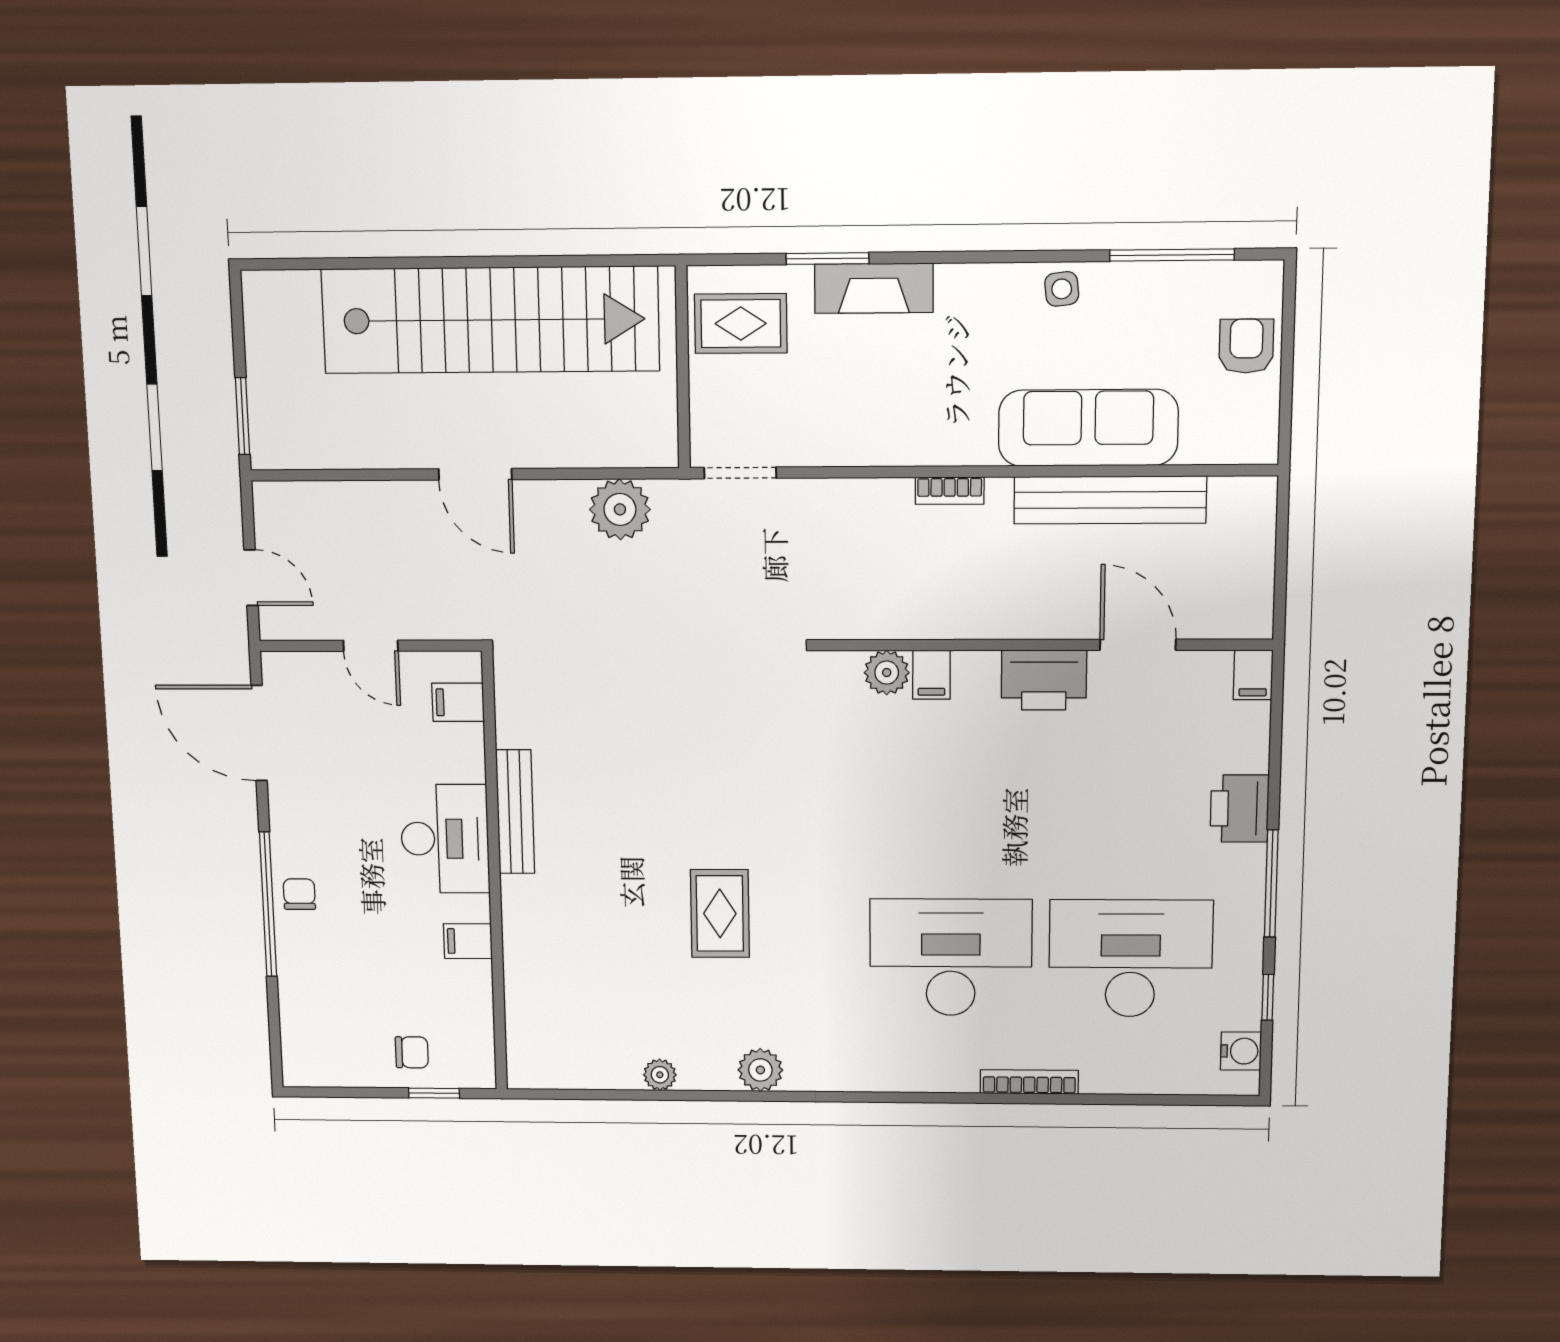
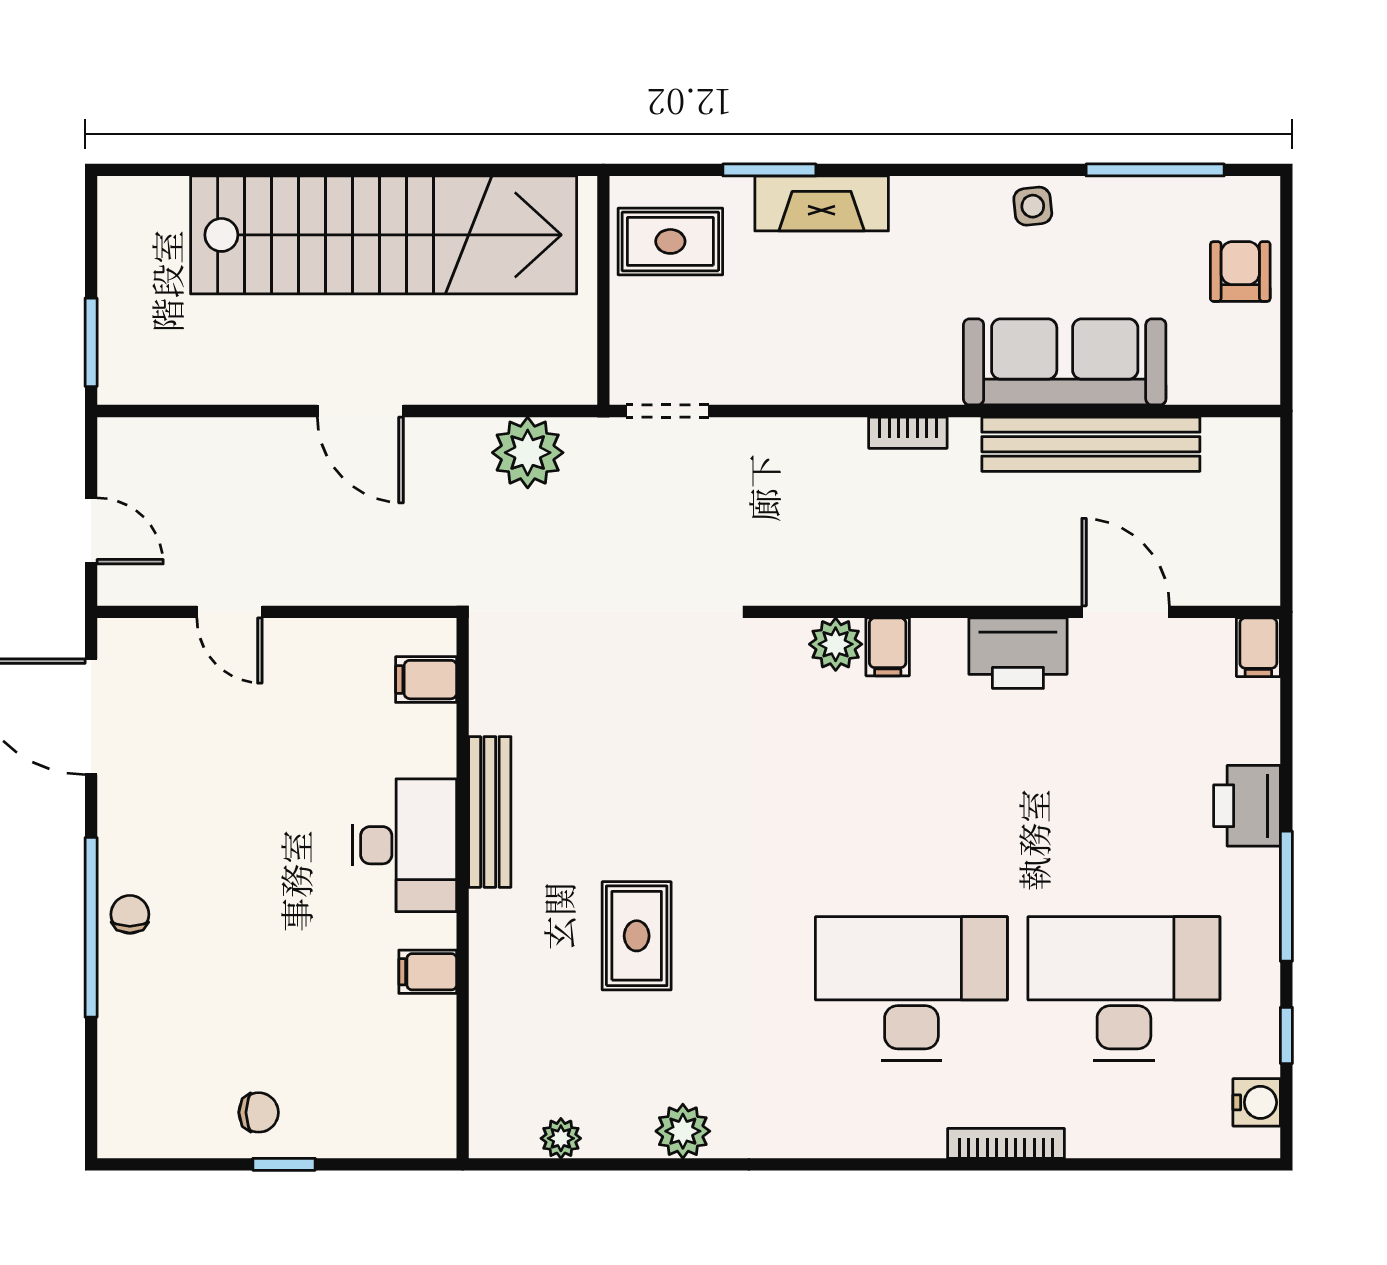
filing cabinet: (458, 702) -> (426, 680), moved
bench: (515, 812) -> (490, 812), moved
desk: (445, 839) -> (404, 845), moved
wall: (494, 874) -> (463, 888), moved
filing cabinet: (468, 941) -> (428, 972), moved

